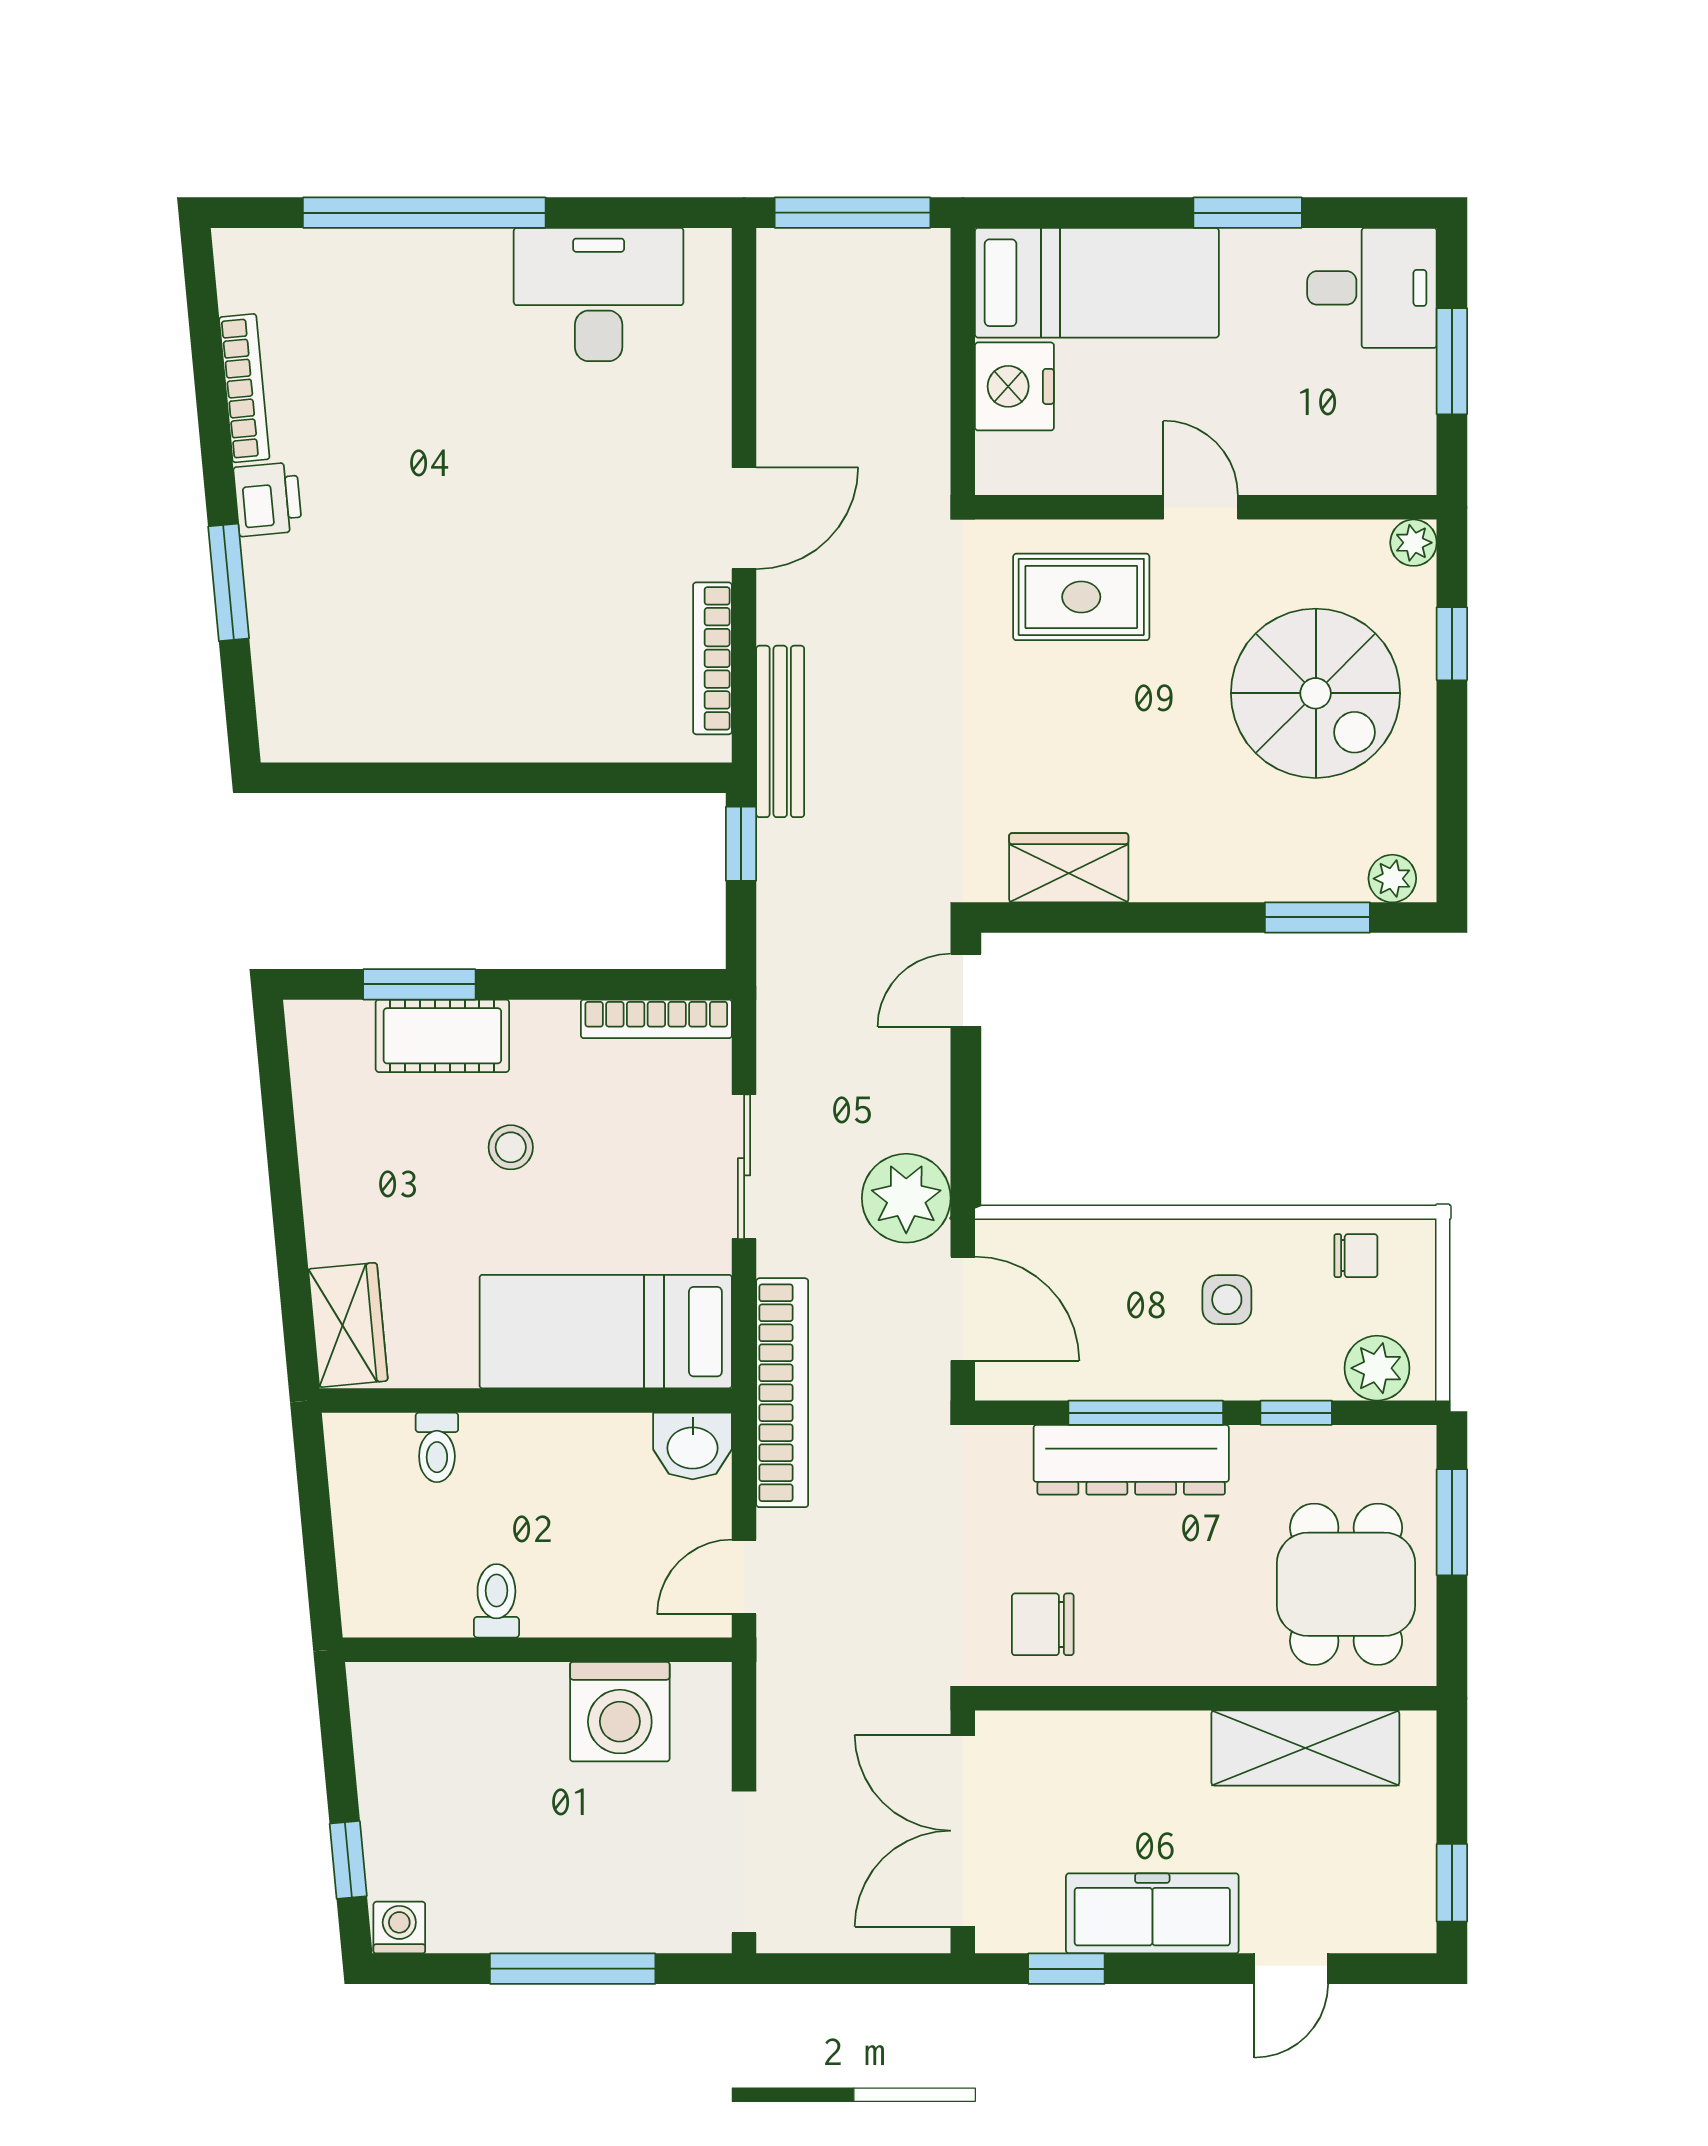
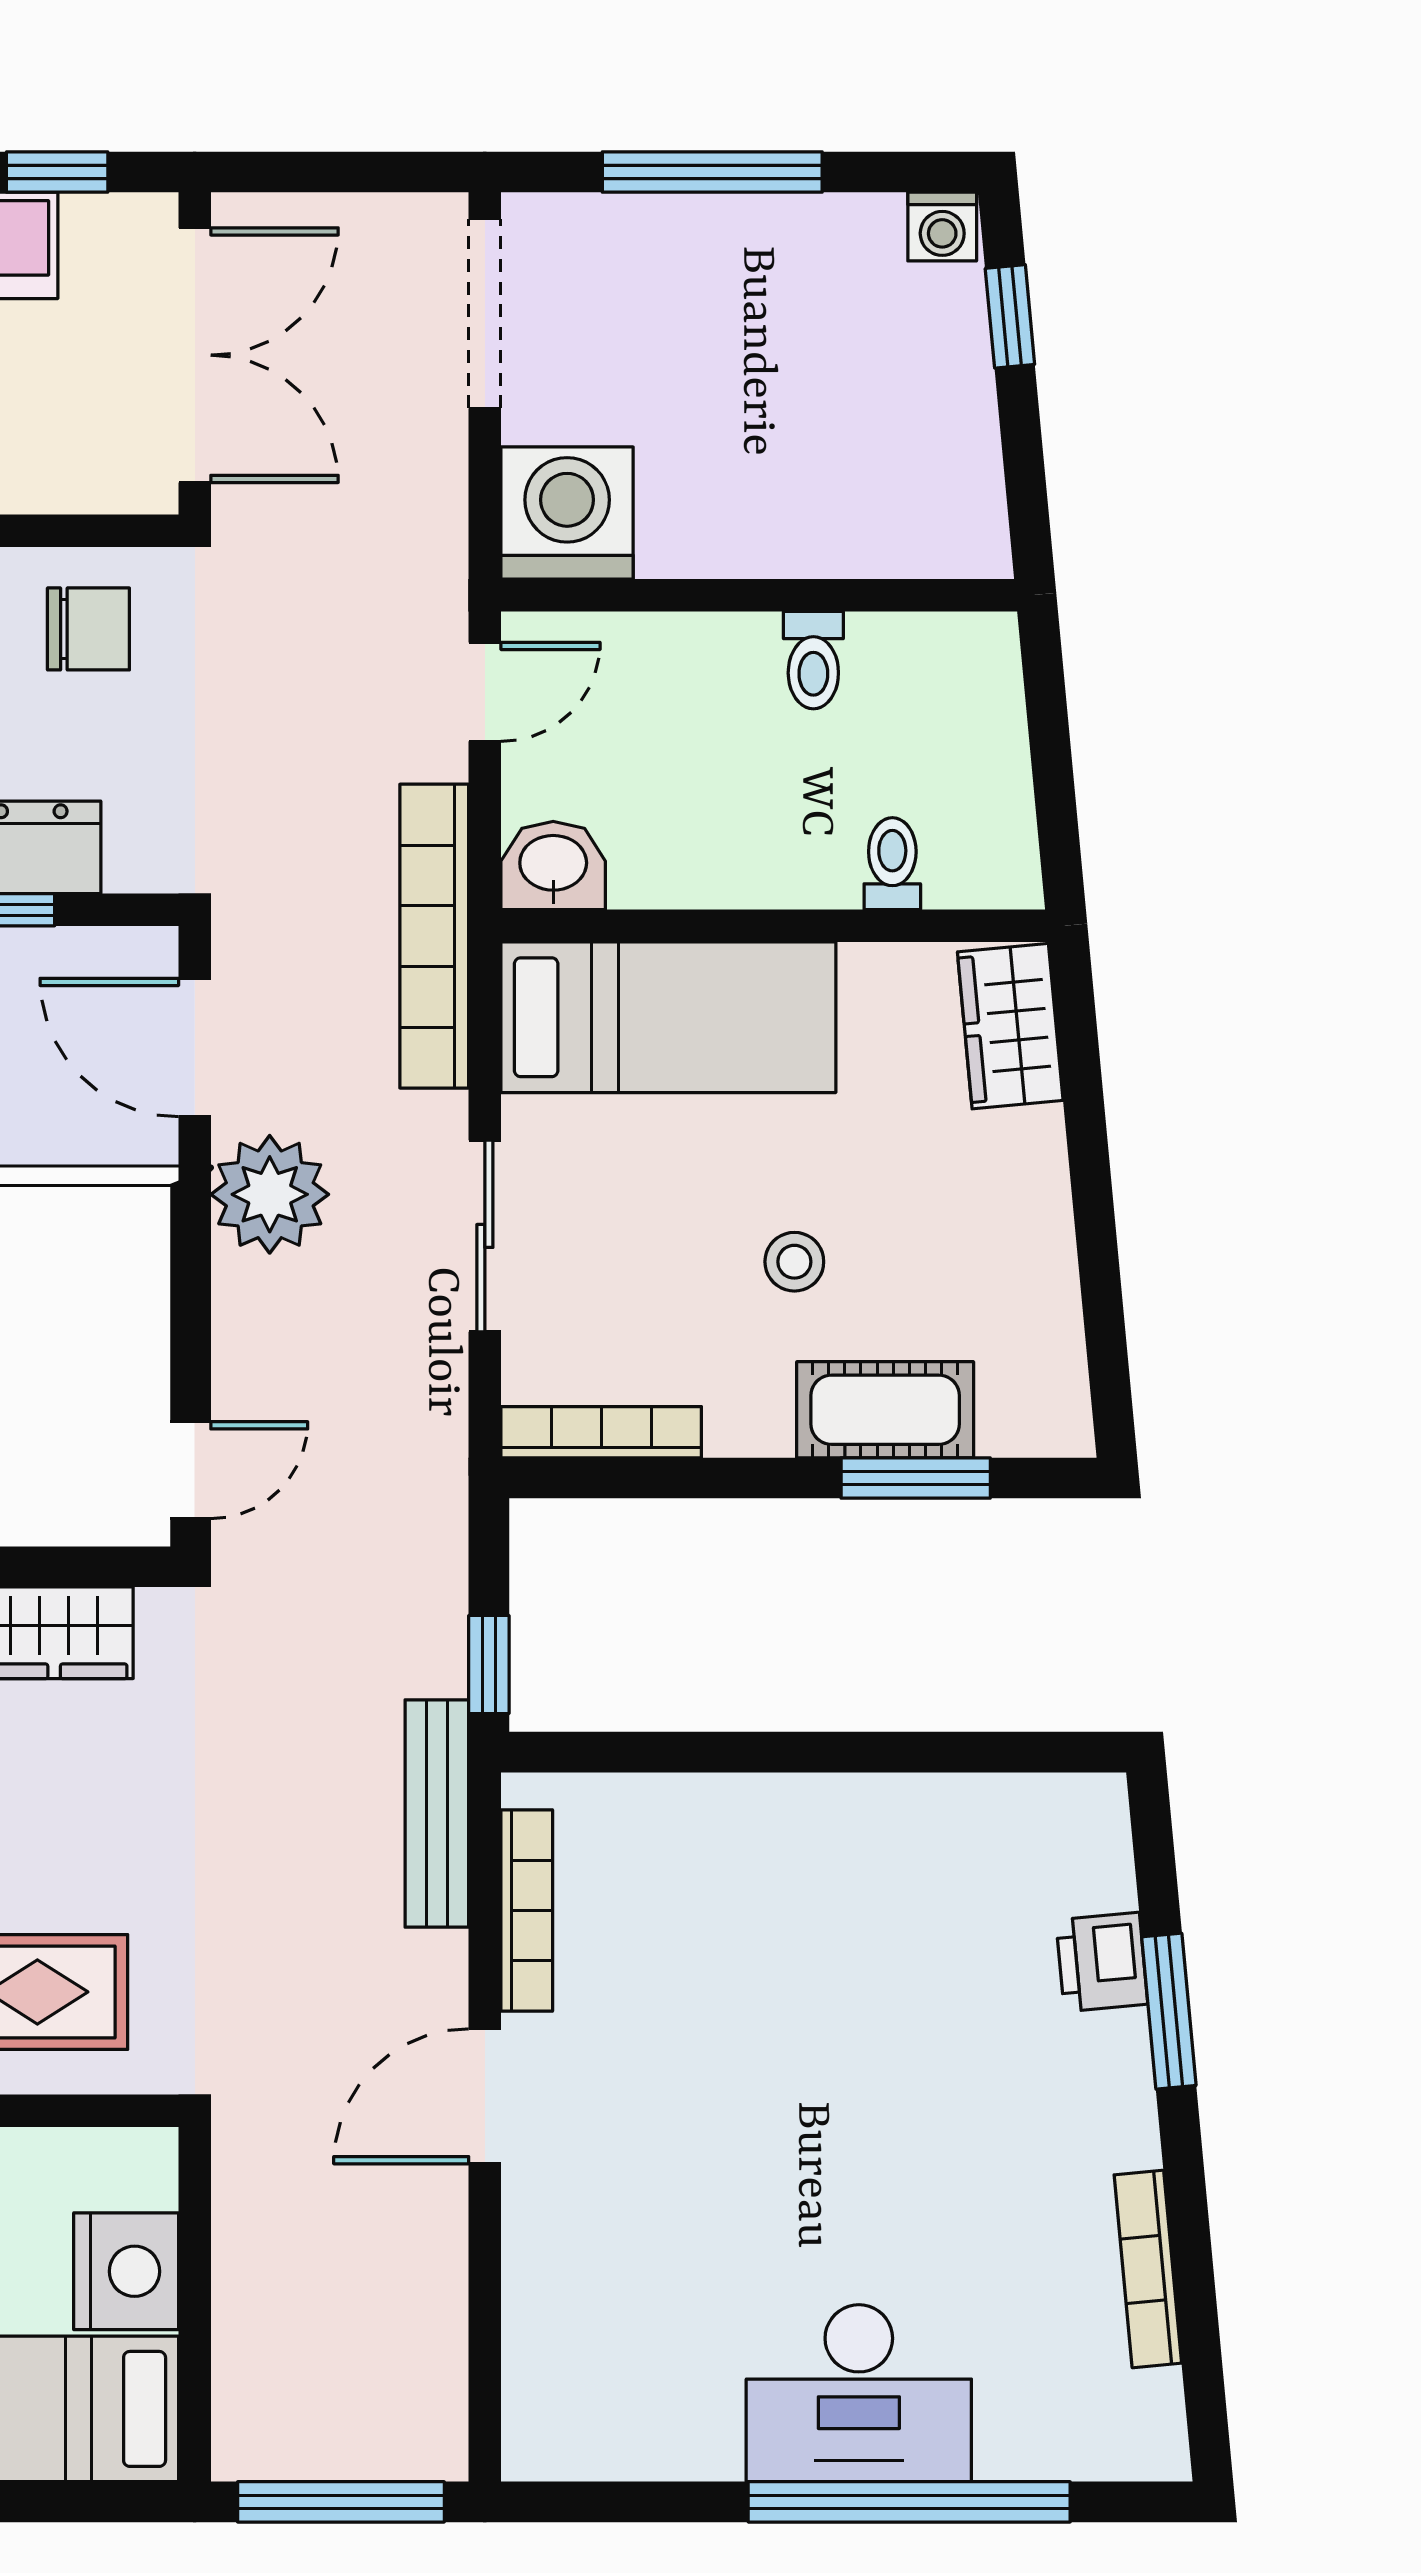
desk: (599, 295) -> (859, 2393), moved
printer: (268, 499) -> (1102, 1962), moved
washing machine: (620, 1712) -> (567, 513), moved

